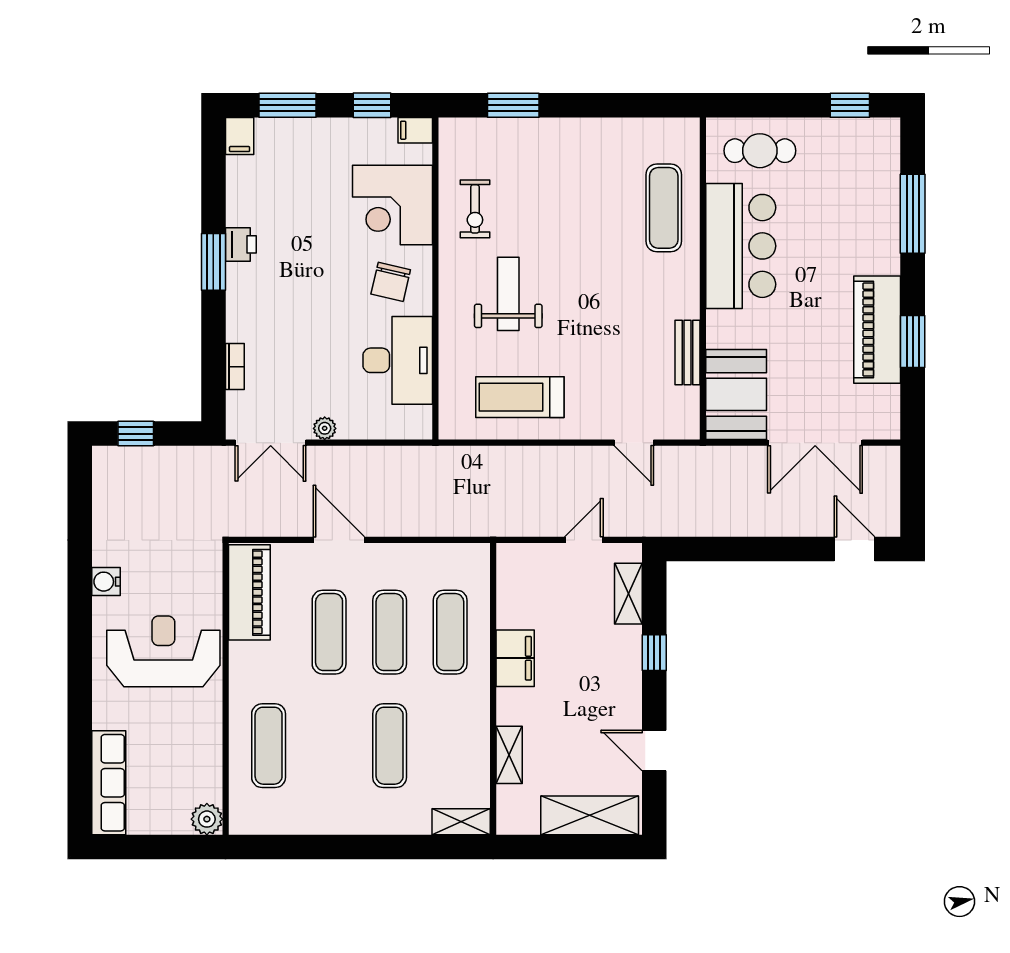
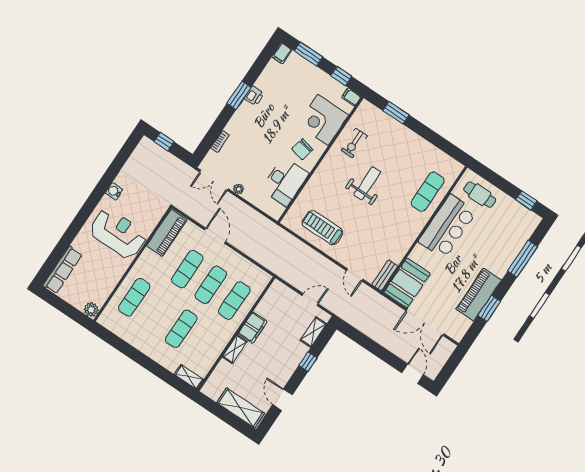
weight bench: (508, 294) -> (367, 183), moved
bench: (687, 352) -> (385, 275), moved
shelving: (509, 755) -> (235, 349), moved

